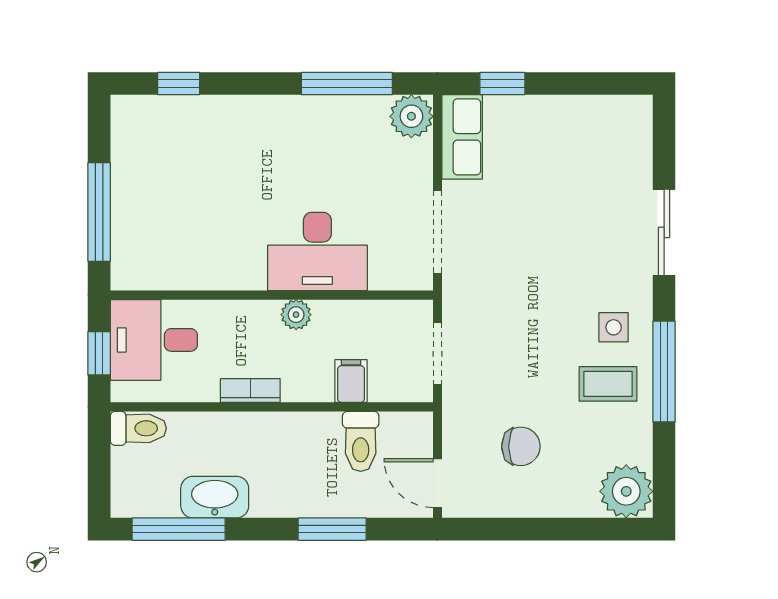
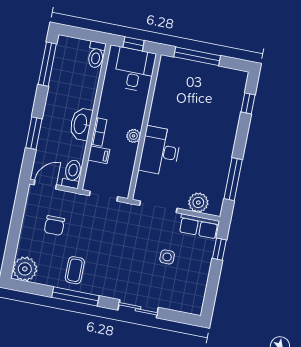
plant: (411, 116) -> (198, 203), moved
side table: (614, 327) -> (167, 257), moved
bookcase: (250, 390) -> (99, 132), moved
toilet: (361, 441) -> (72, 174), moved, turned 90
washbasin: (215, 497) -> (81, 124), moved, turned 180

